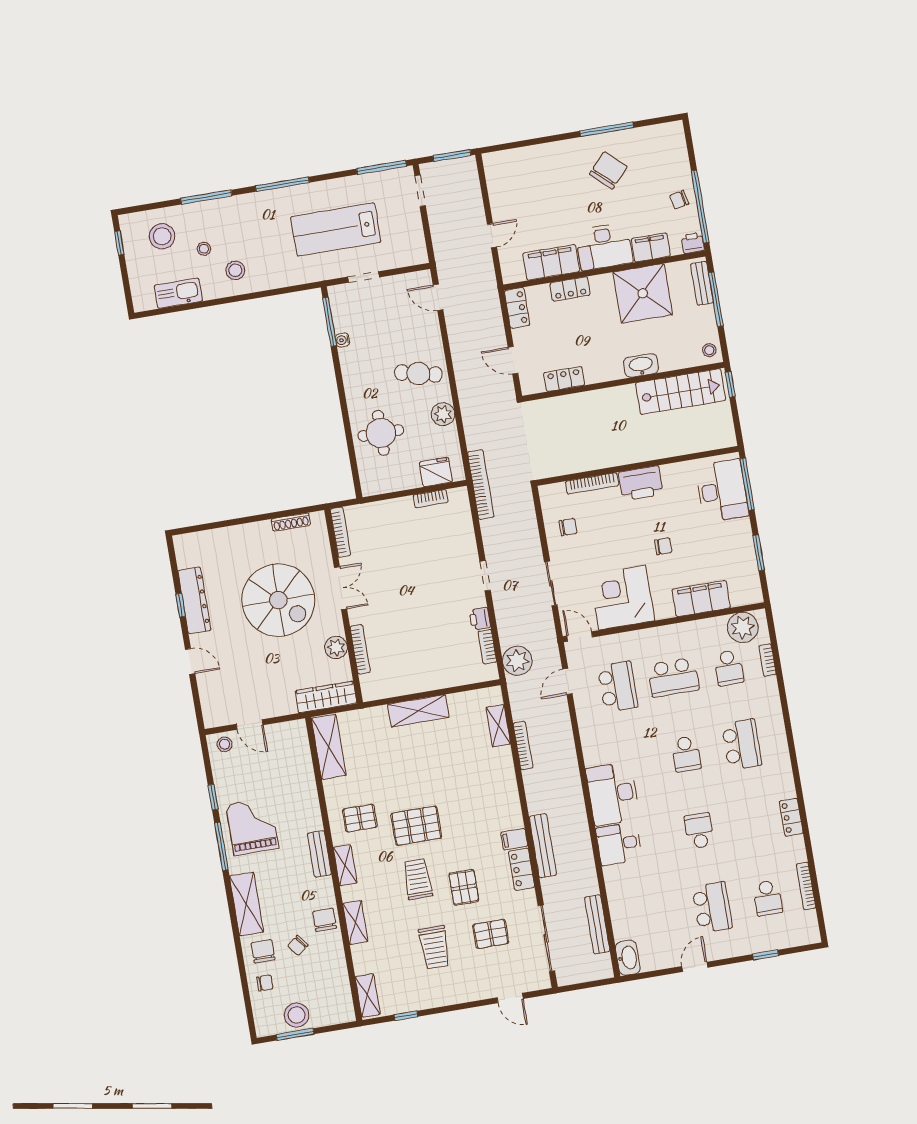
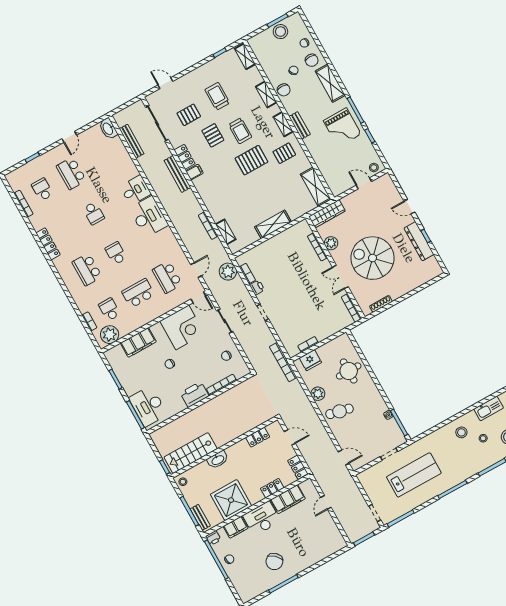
locker: (791, 817) -> (48, 244), width x1.53

